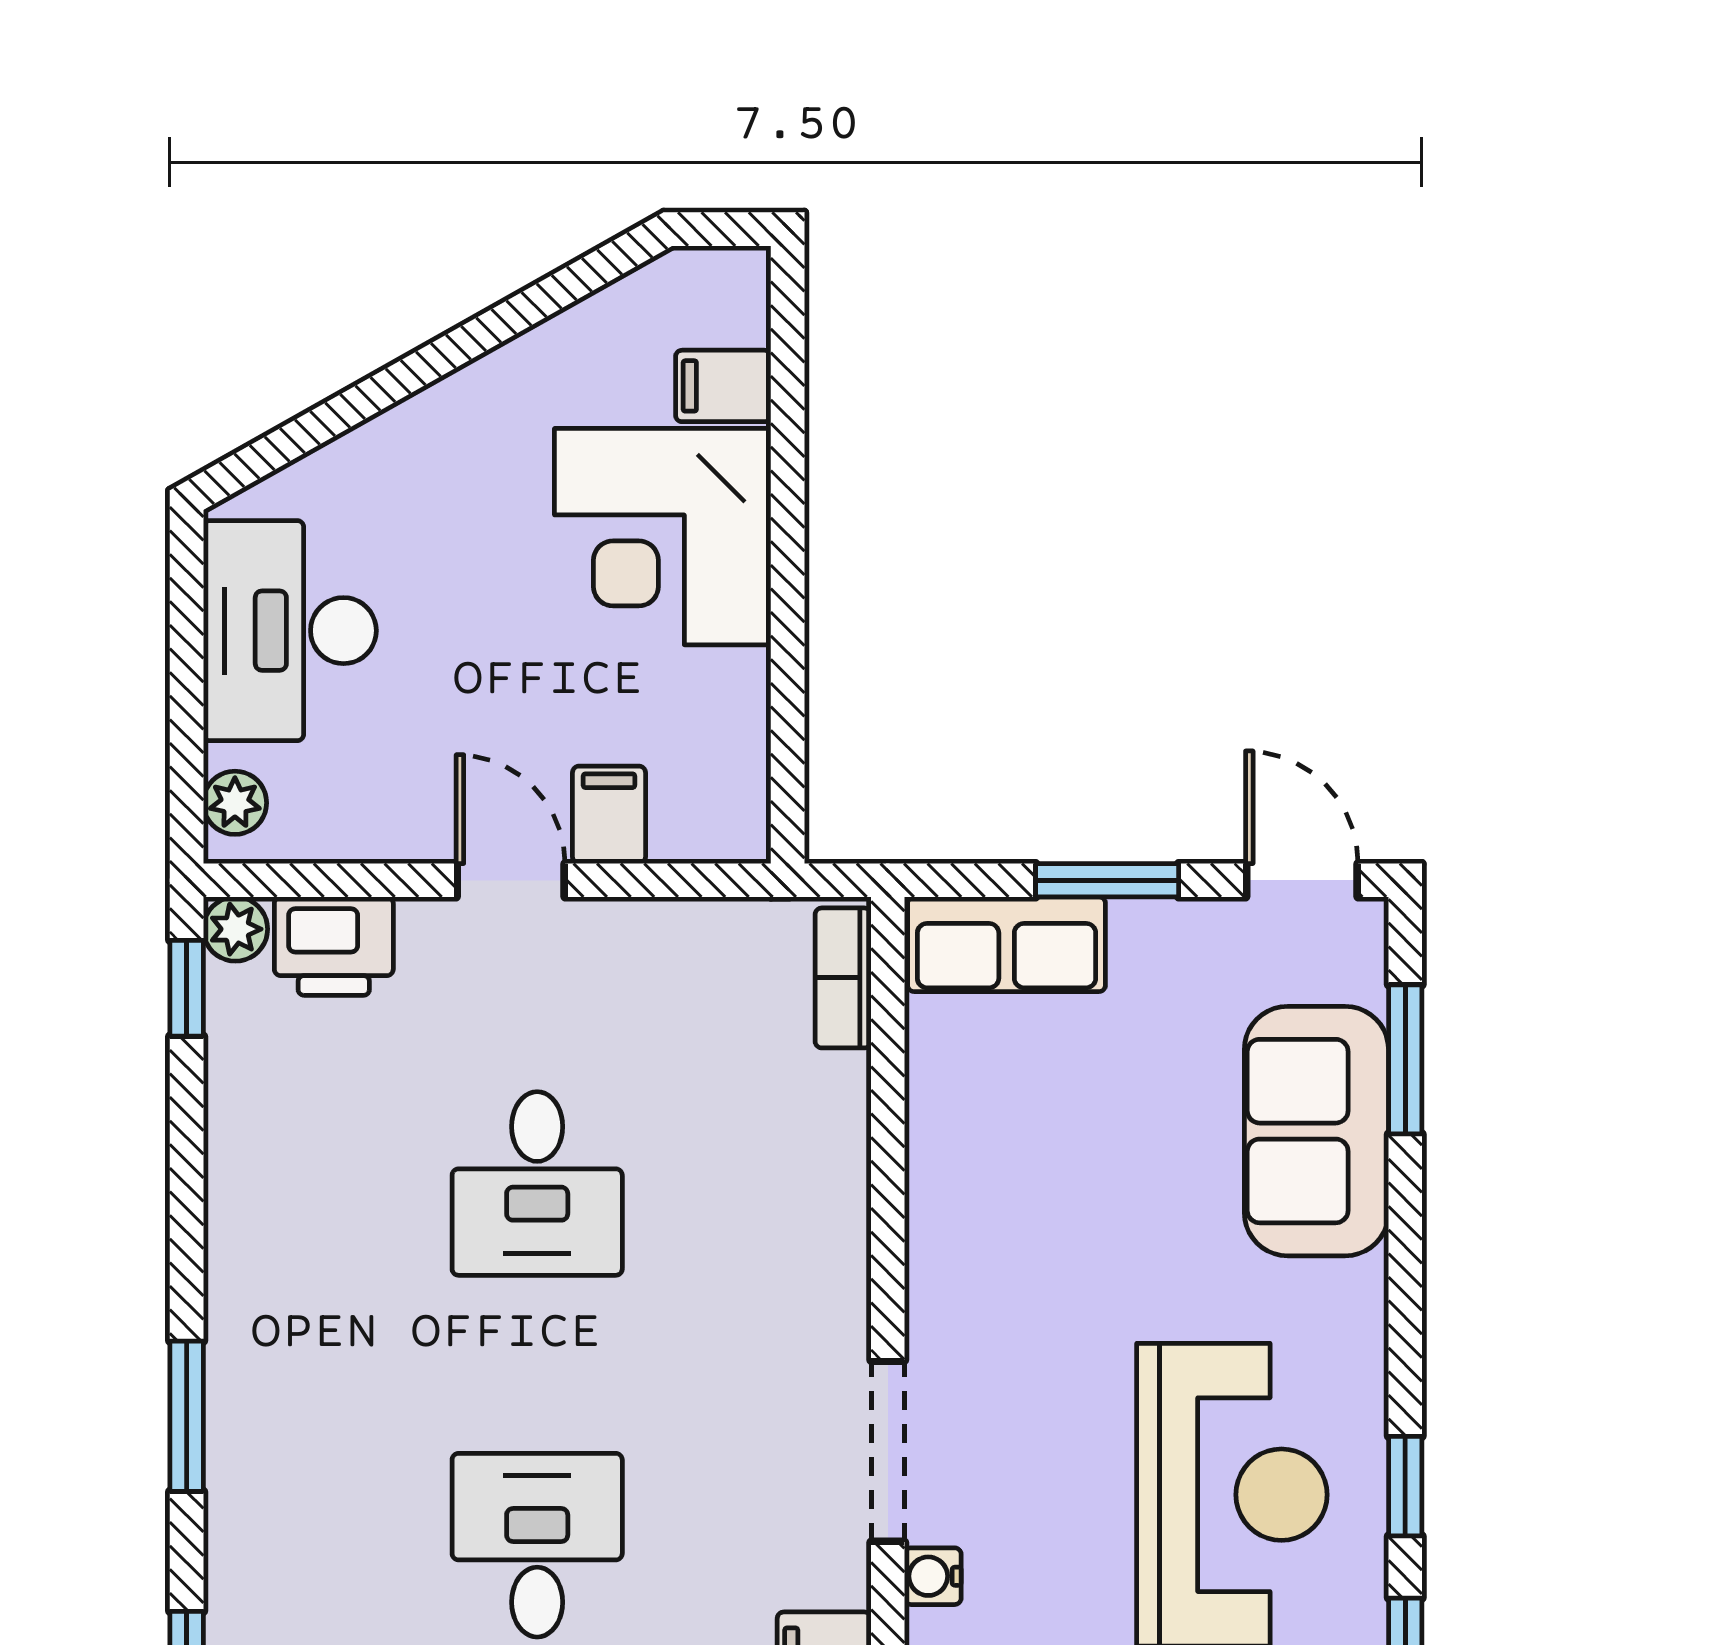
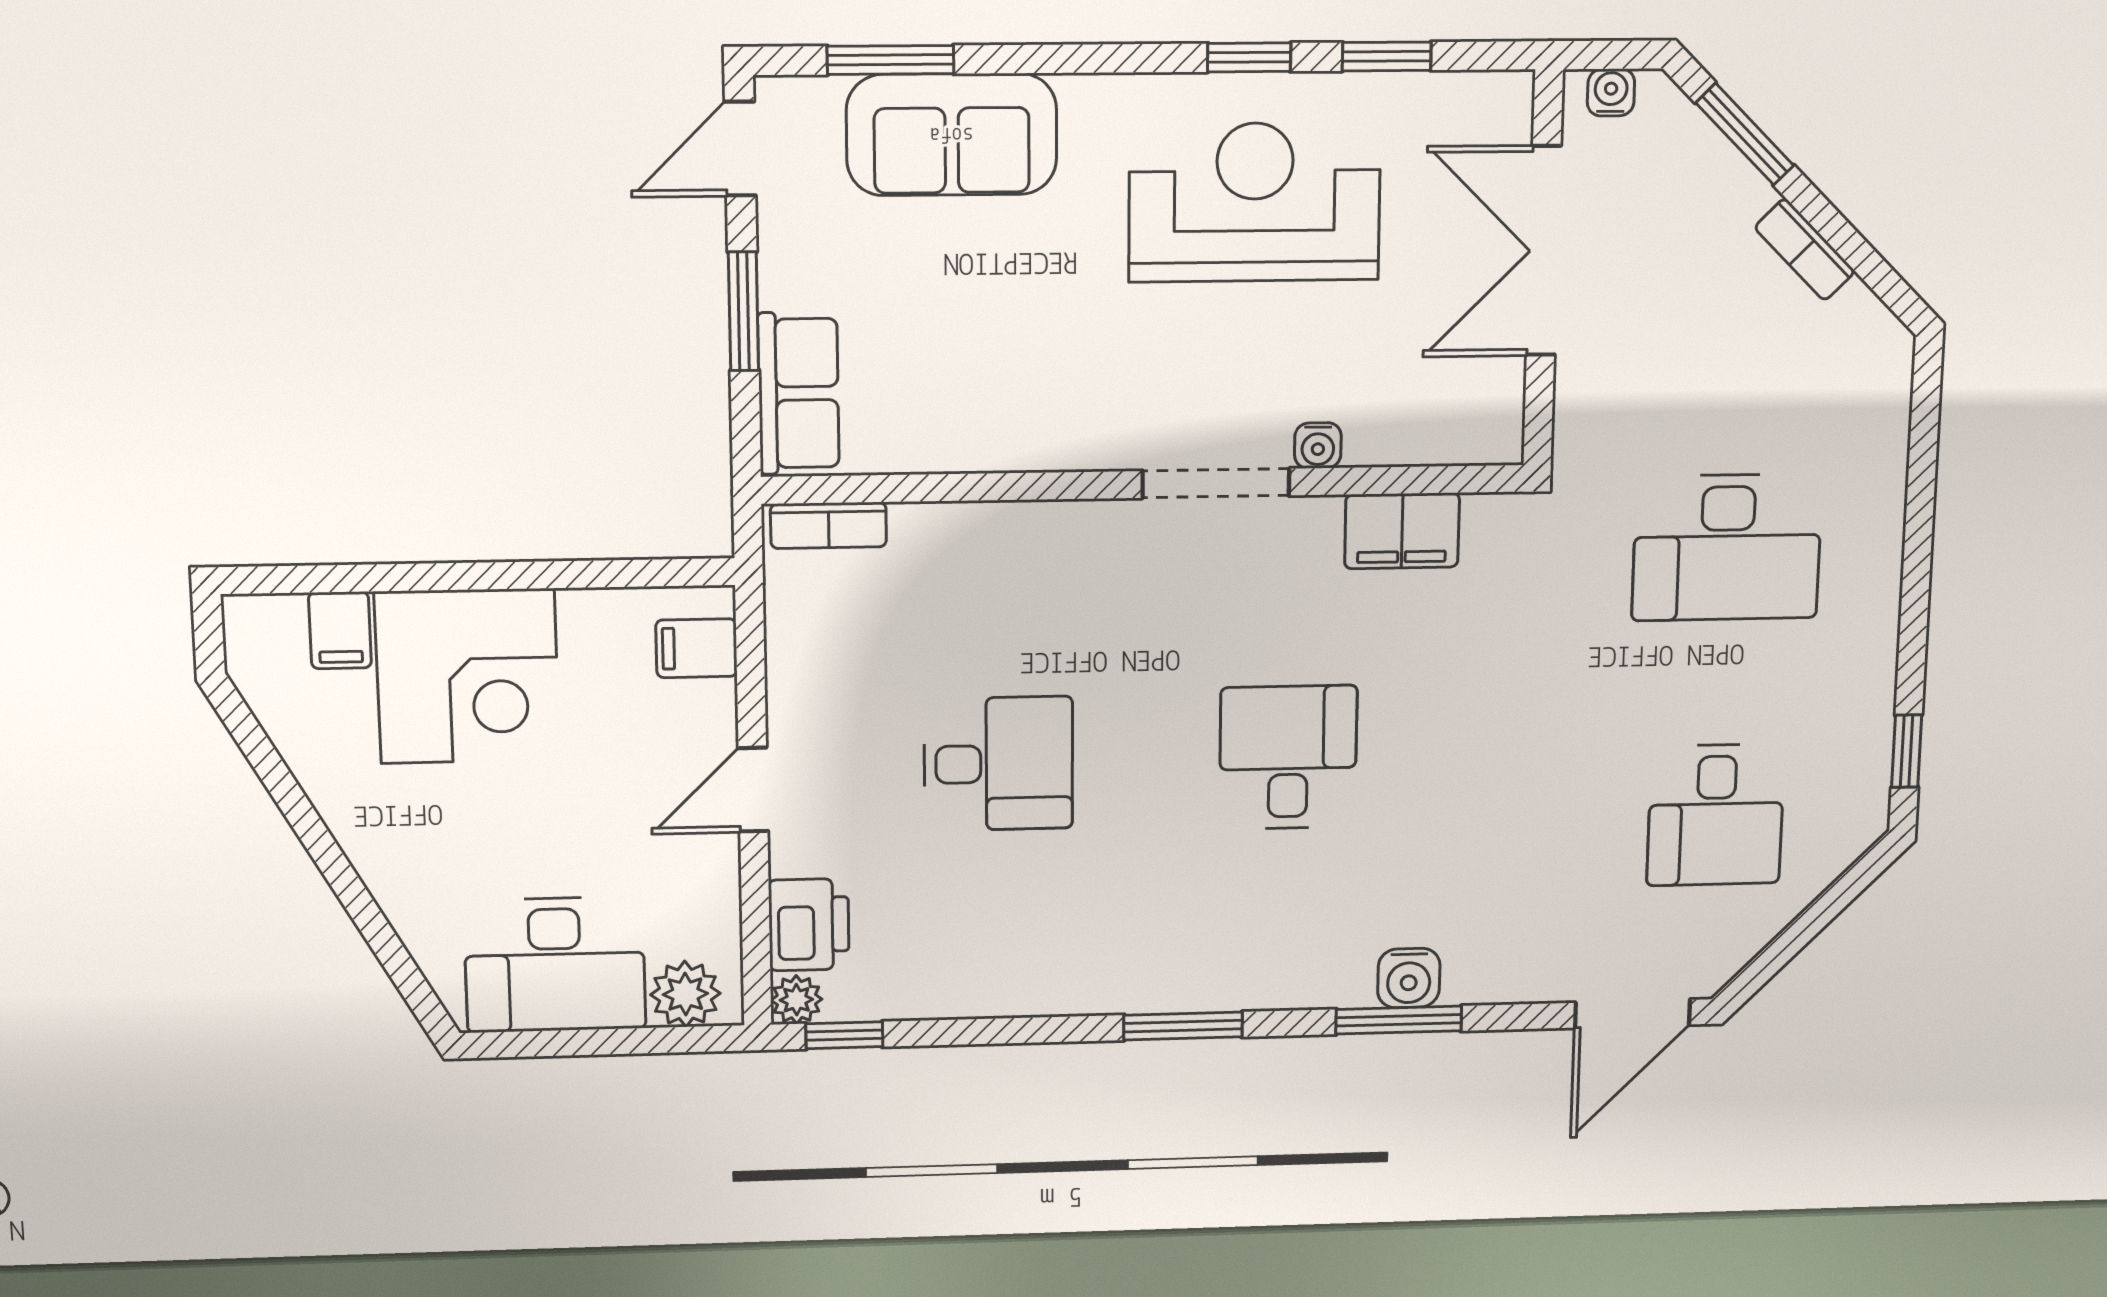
plant: (235, 803) -> (685, 994), width x1.38, depth x1.38
filing cabinet: (609, 815) -> (696, 648), moved
desk: (537, 1545) -> (1288, 757), turned 90

